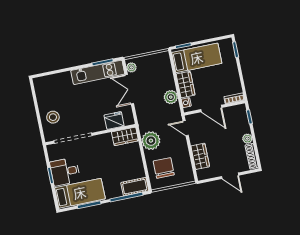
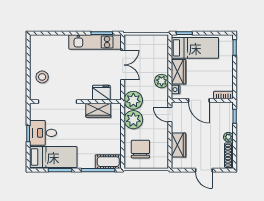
plant: (131, 67) -> (133, 100), moved, width x1.87, depth x1.87
double door: (129, 89) -> (123, 65), swing flipped
wardrobe: (125, 136) -> (98, 110), moved

